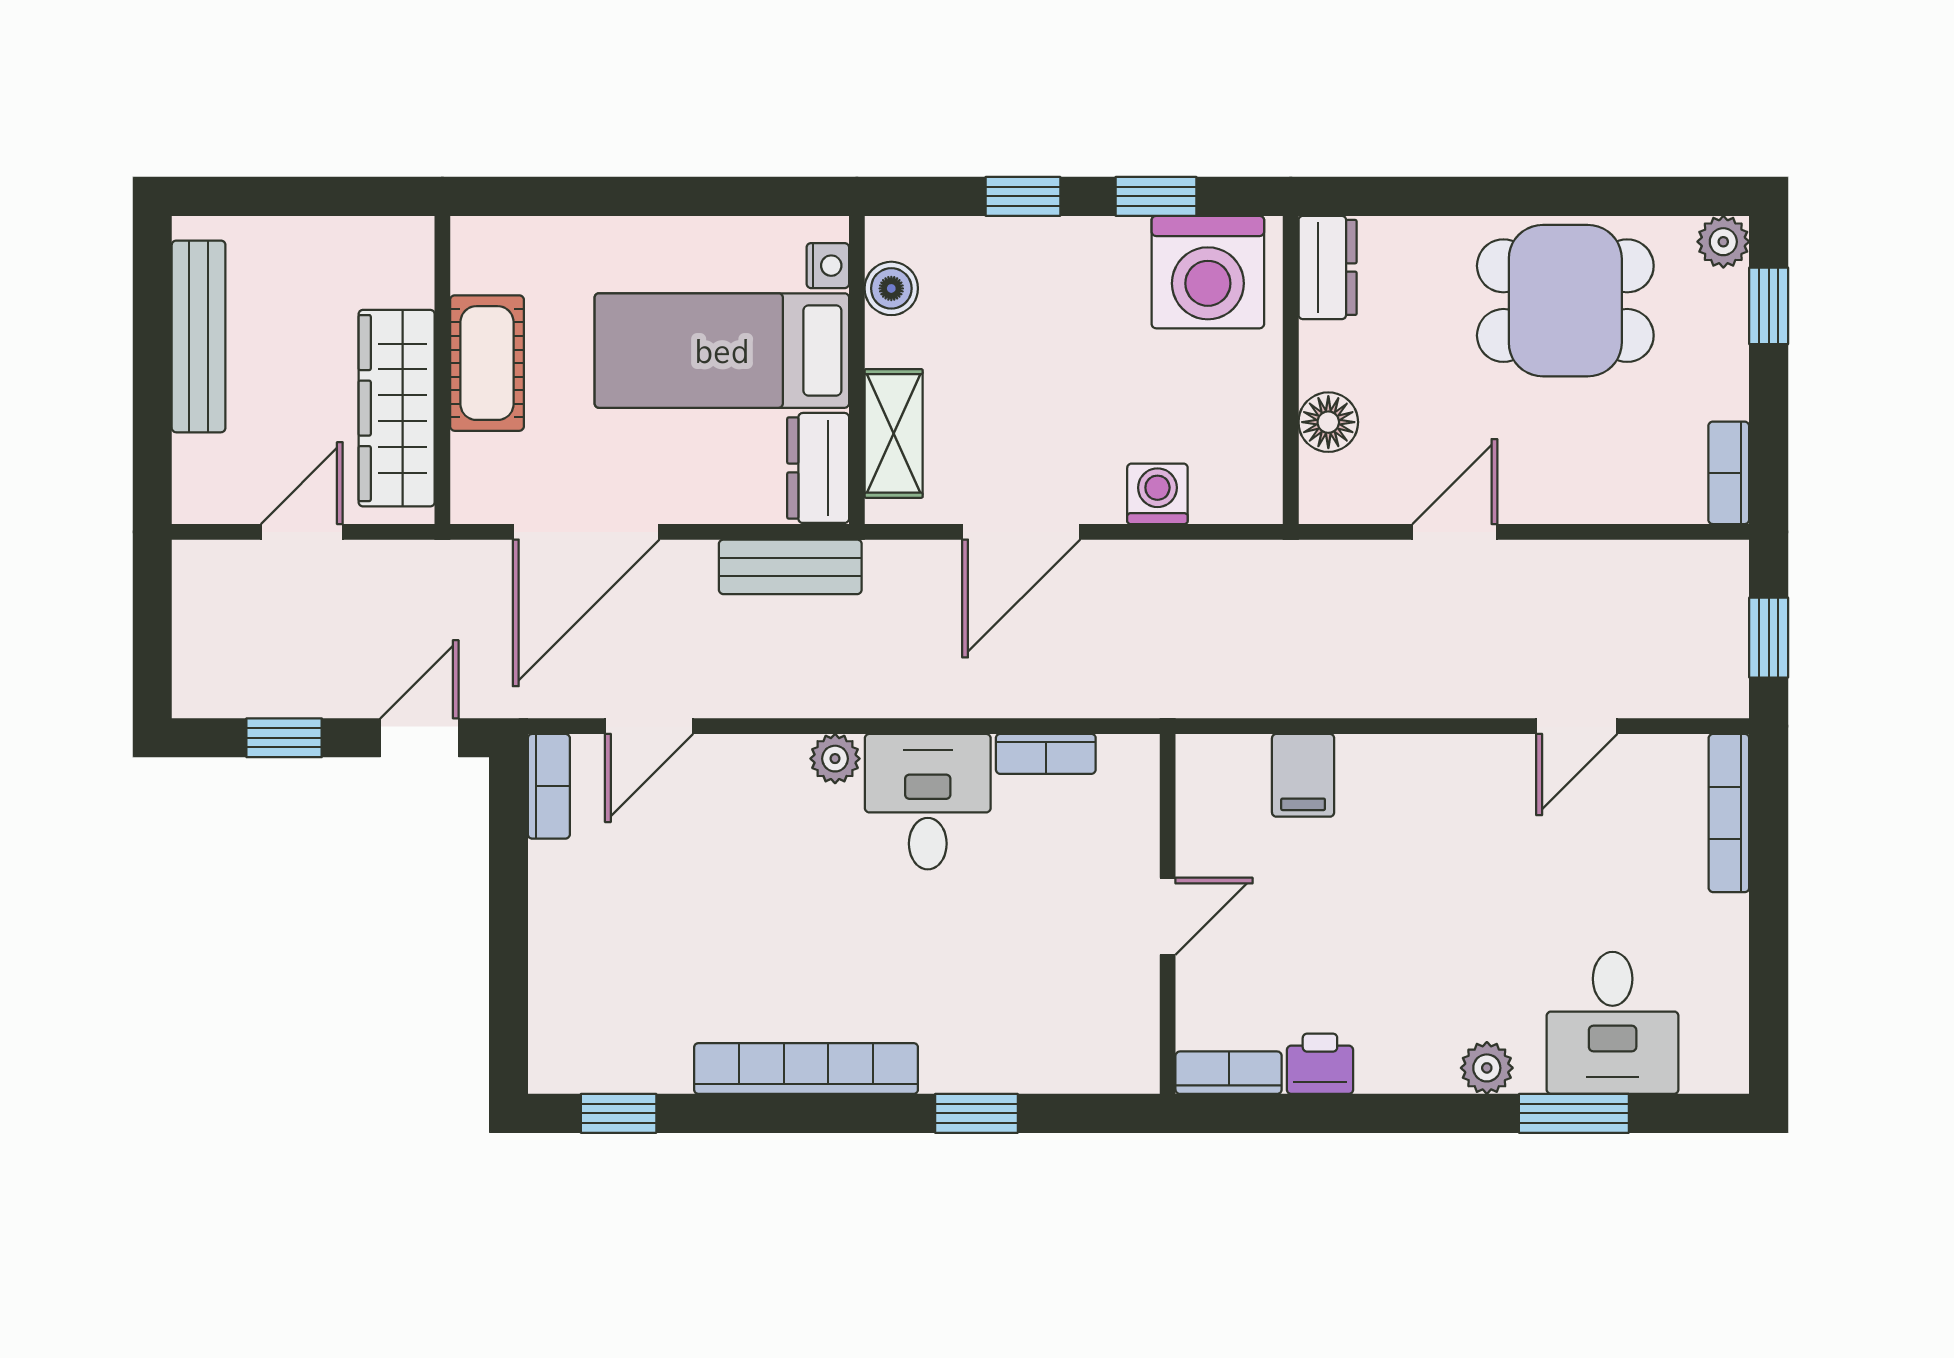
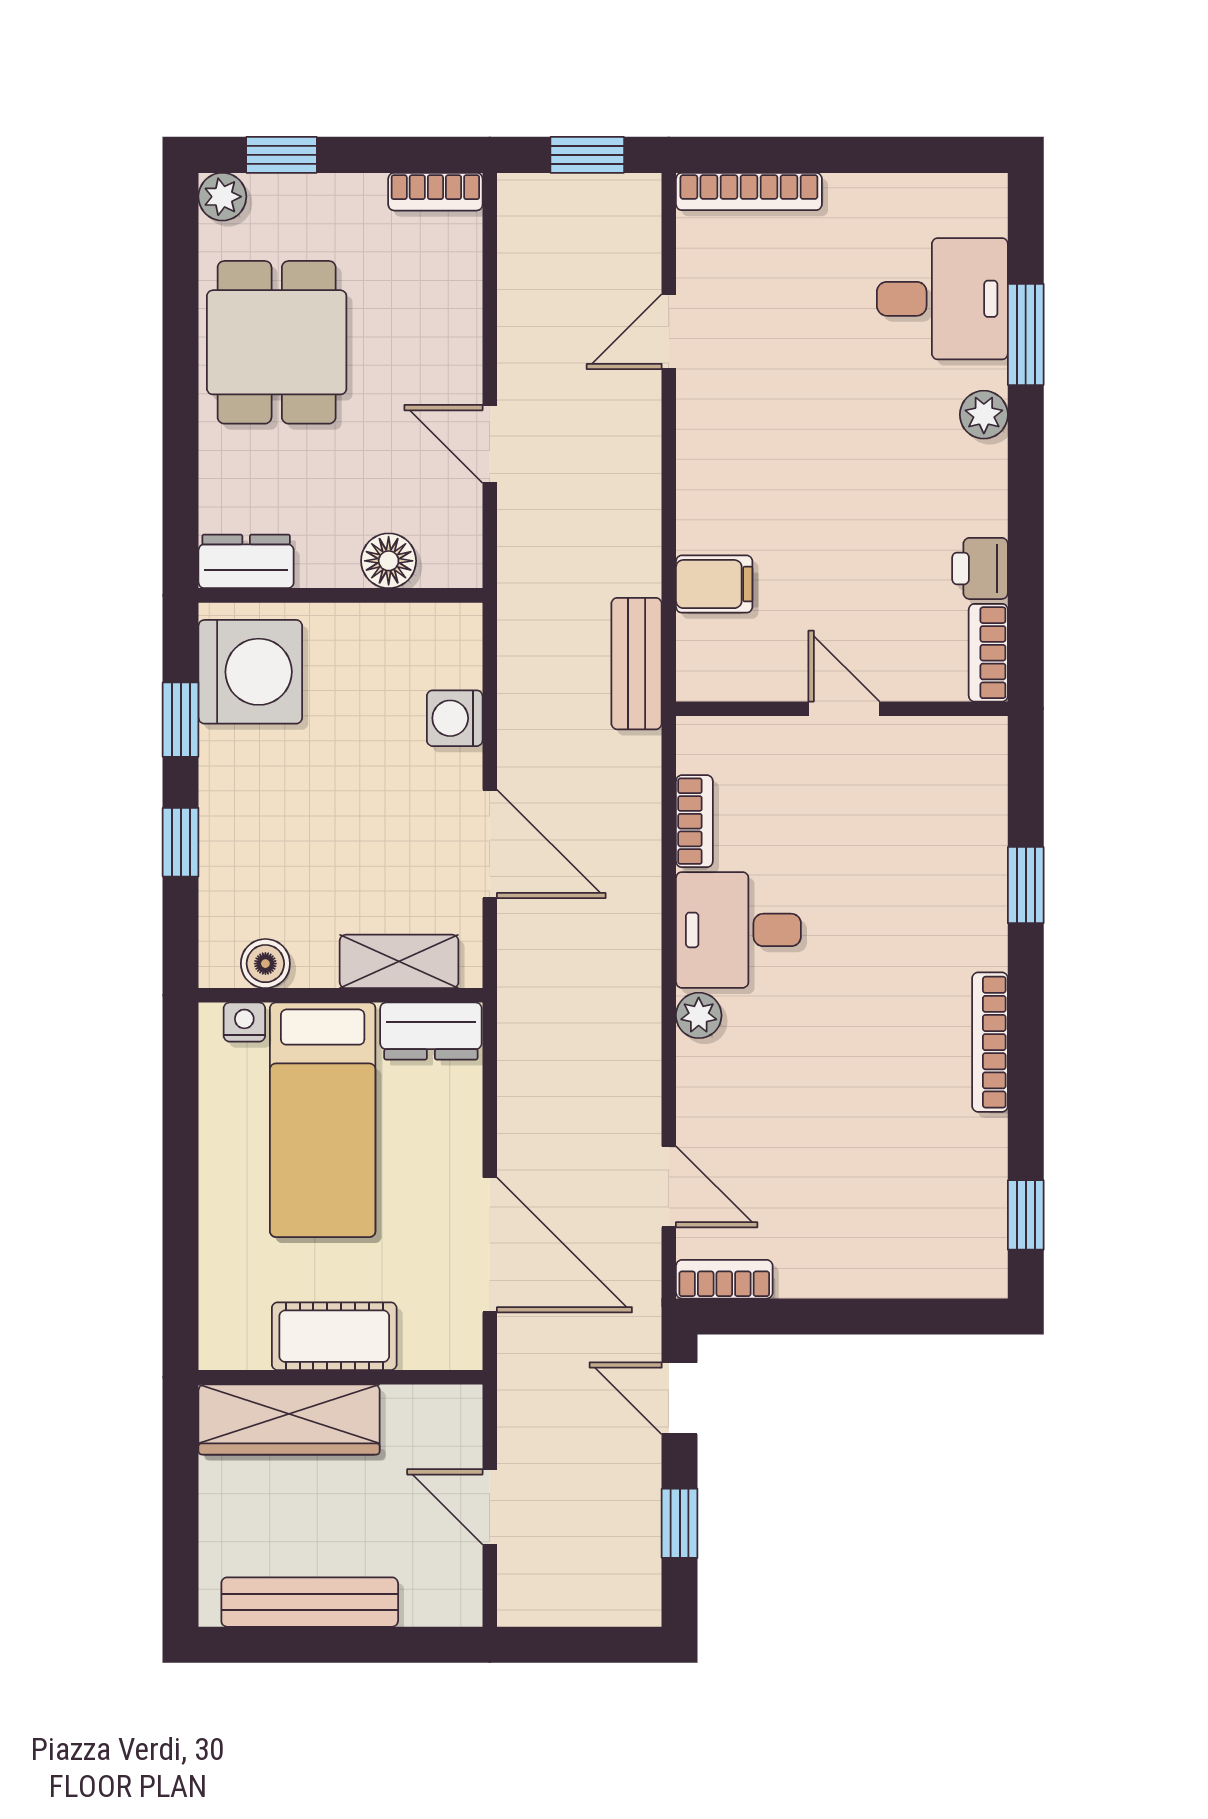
wardrobe: (397, 408) -> (289, 1419), moved
bench: (790, 567) -> (637, 664), moved
door: (1577, 726) -> (669, 332), swing flipped
bookcase: (806, 1069) -> (990, 1042), width x0.68, depth x0.76

